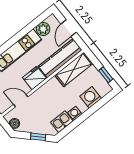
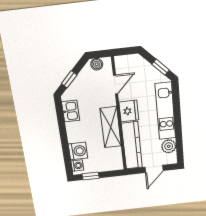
door: (69, 28) -> (154, 169), swing flipped
shelving: (74, 69) -> (111, 127), moved
washing machine: (75, 113) -> (77, 166), moved

